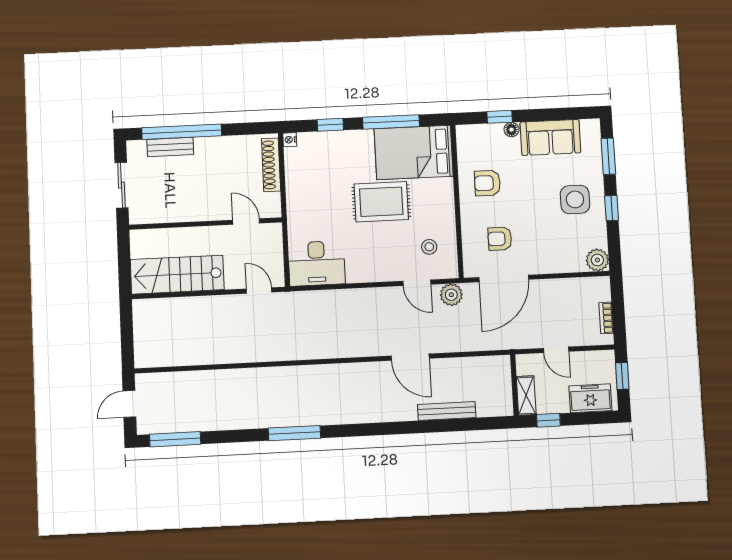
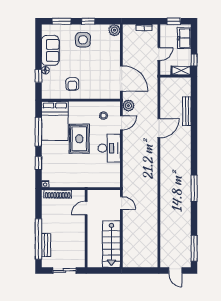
armchair: (500, 239) -> (101, 79), removed
desk: (317, 263) -> (109, 148), moved
door: (259, 290) -> (121, 203), swing flipped

